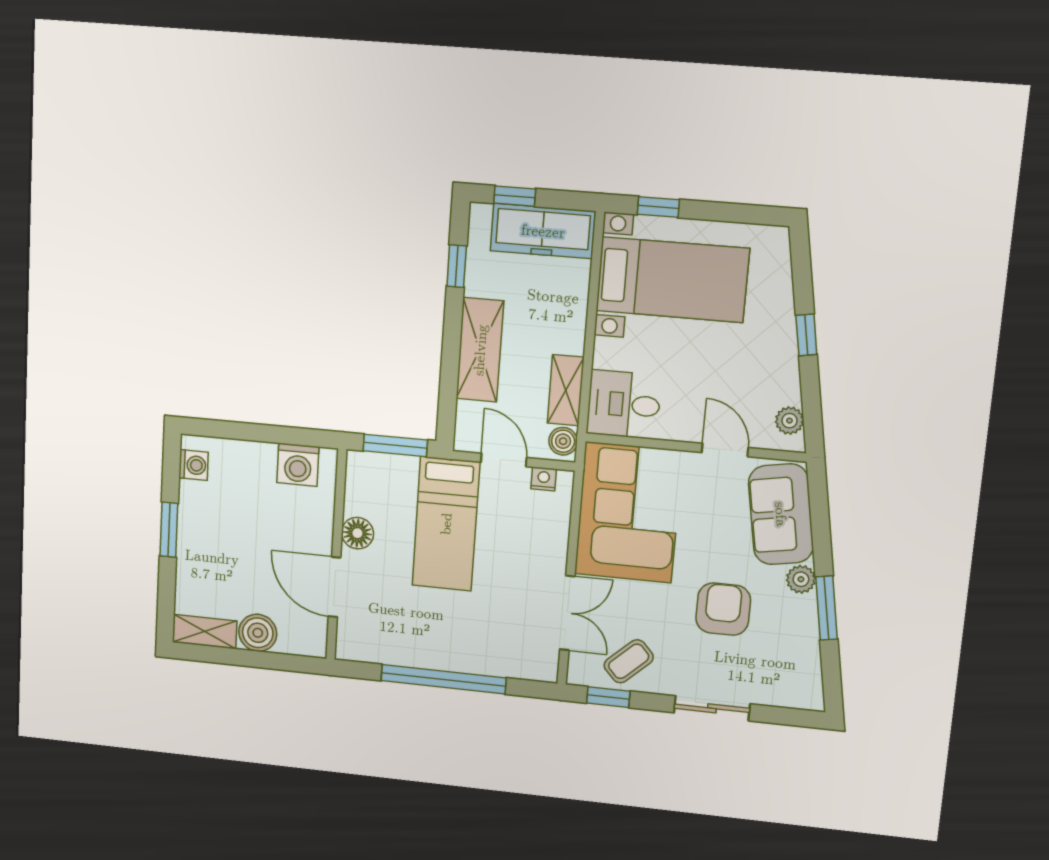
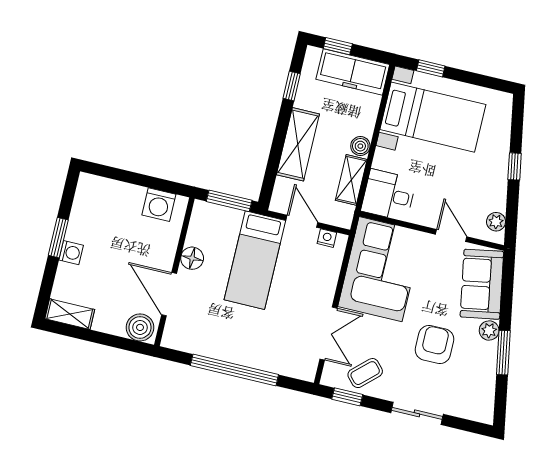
boiler: (563, 441) -> (360, 146), moved
washing machine: (194, 465) -> (71, 253), moved
boiler: (258, 633) -> (140, 327), moved

